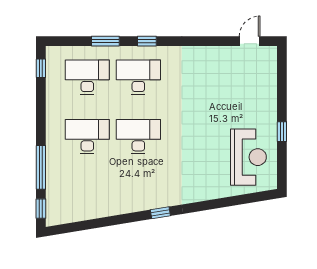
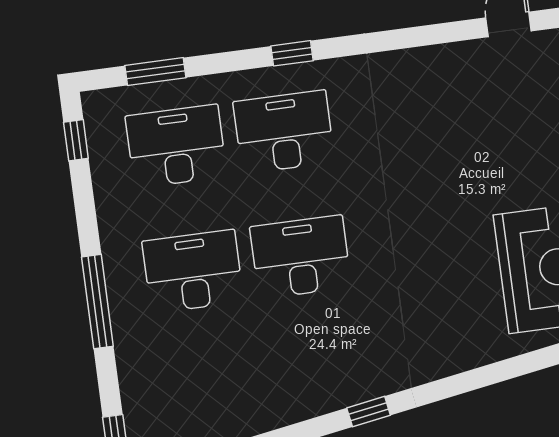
window: (105, 41) -> (155, 72), moved
window: (41, 167) -> (97, 302), moved

